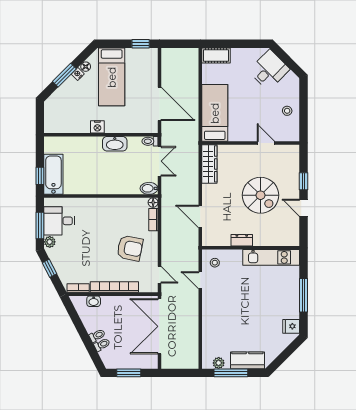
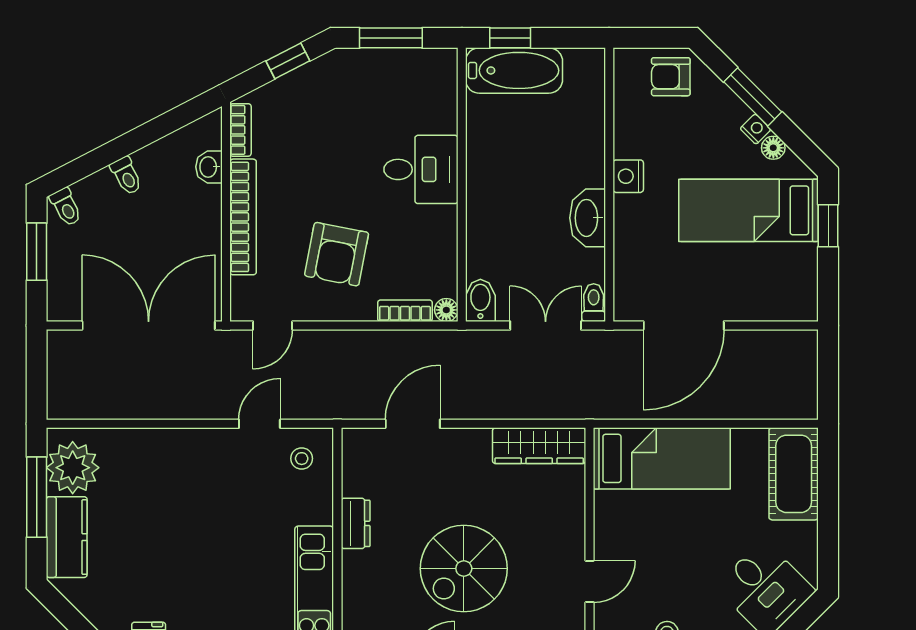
window: (141, 44) -> (828, 226), moved
cot: (216, 56) -> (794, 474), width x1.37, depth x1.34
armchair: (56, 109) -> (671, 77), added
double door: (159, 161) -> (546, 325), swing flipped
desk: (59, 221) -> (421, 169), moved, turned 90
plant: (50, 242) -> (352, 61), removed
toilet: (102, 345) -> (66, 207), moved
plant: (219, 363) -> (73, 468), width x1.87, depth x1.87

